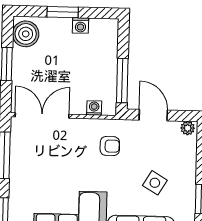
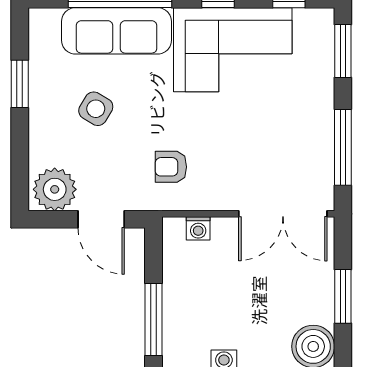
window: (122, 81) -> (153, 320), moved
plant: (188, 128) -> (55, 189), width x1.88, depth x1.88

